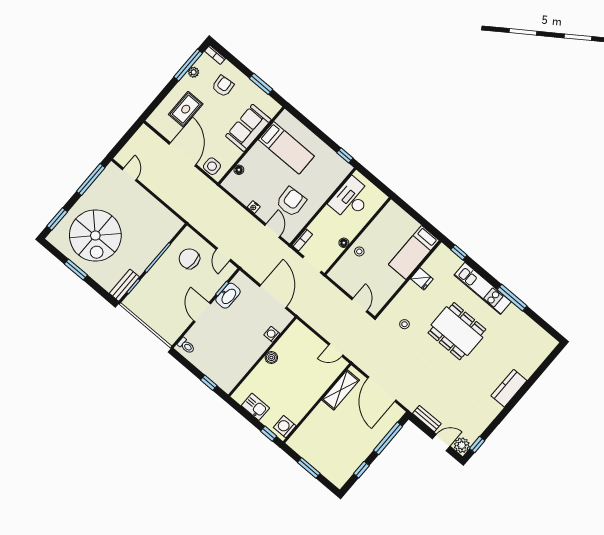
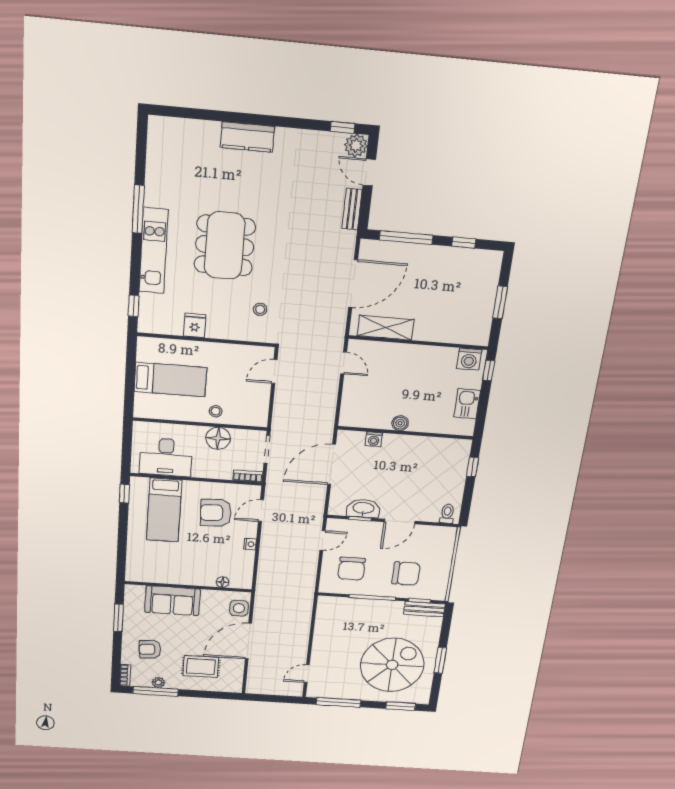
bed: (286, 148) -> (164, 510), moved, turned 180
floor lamp: (344, 243) -> (218, 438), width x1.89, depth x1.89
bed: (414, 252) -> (170, 380), moved
chair: (160, 291) -> (406, 574), added

